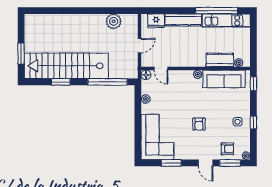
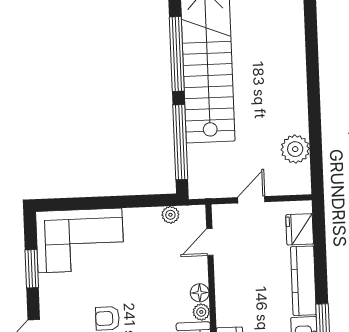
door: (139, 46) -> (251, 200), swing flipped
floor lamp: (146, 75) -> (200, 293), moved
window: (61, 82) -> (177, 54), width x2.11
plant: (146, 99) -> (170, 215), moved

